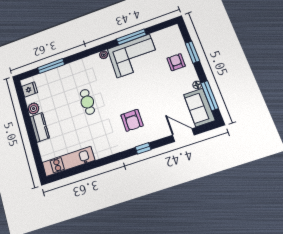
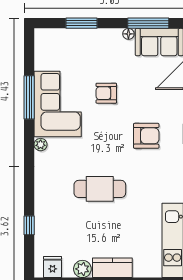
armchair: (176, 62) -> (106, 93), moved
window: (51, 66) -> (29, 225), width x0.46
cafe table: (87, 102) -> (100, 189), width x1.37, depth x1.35

